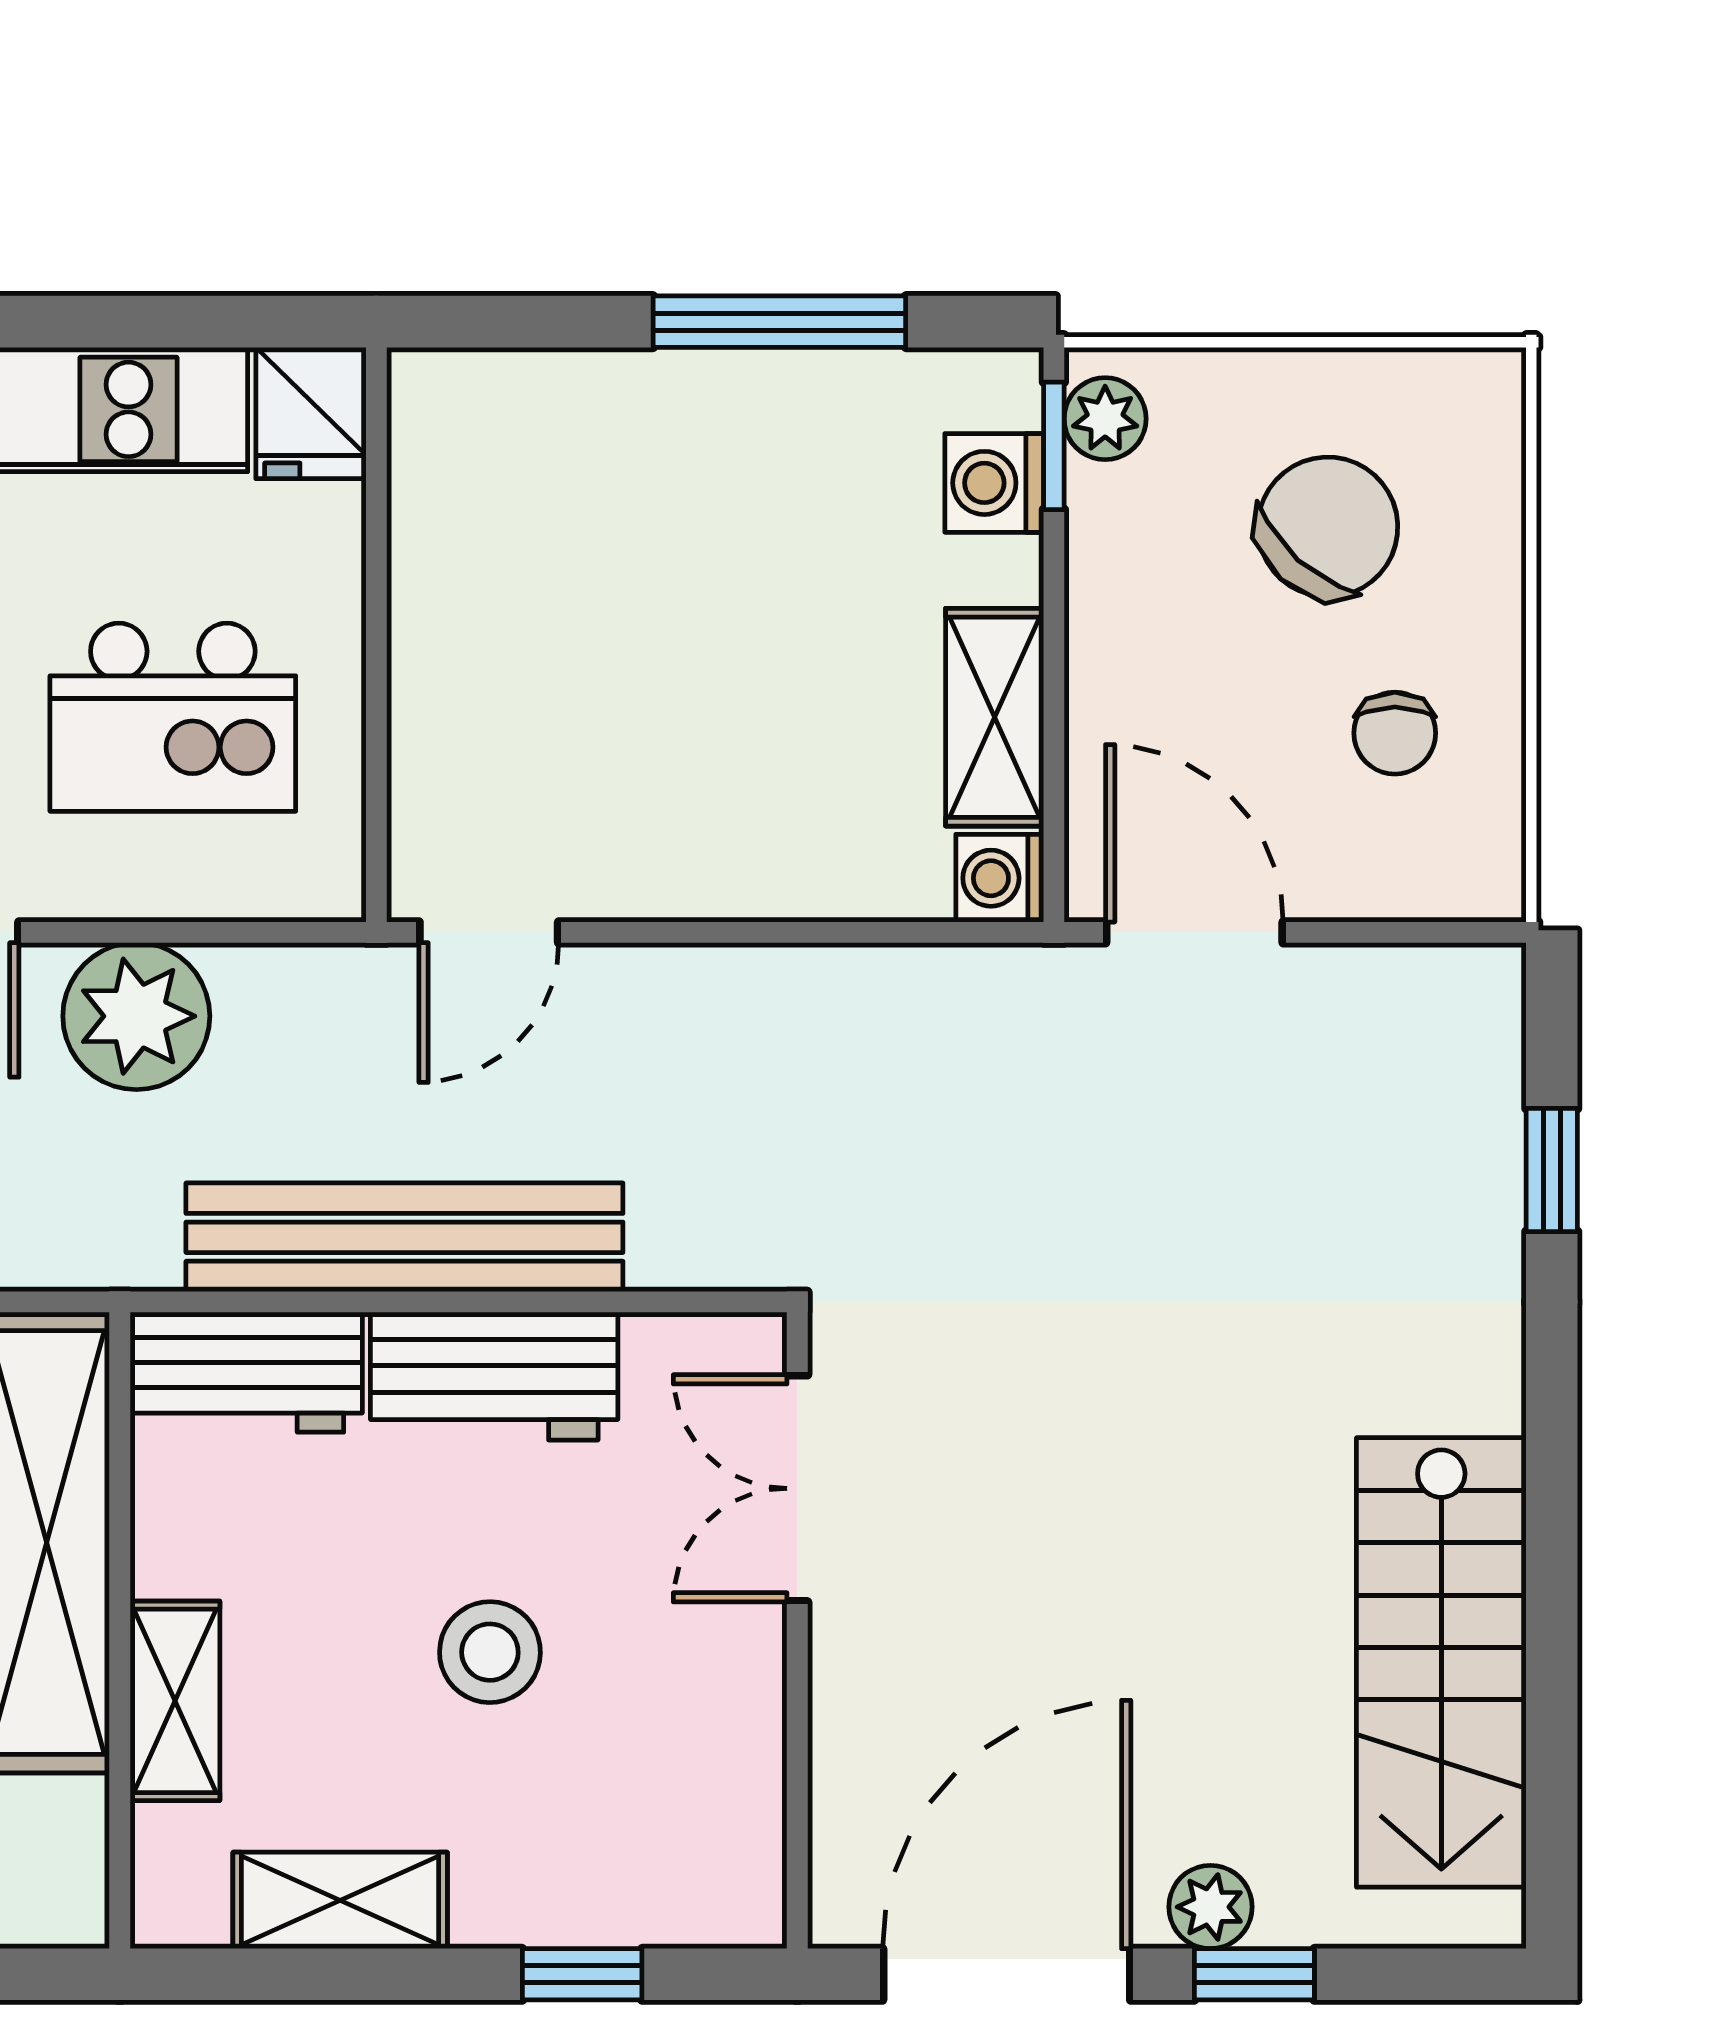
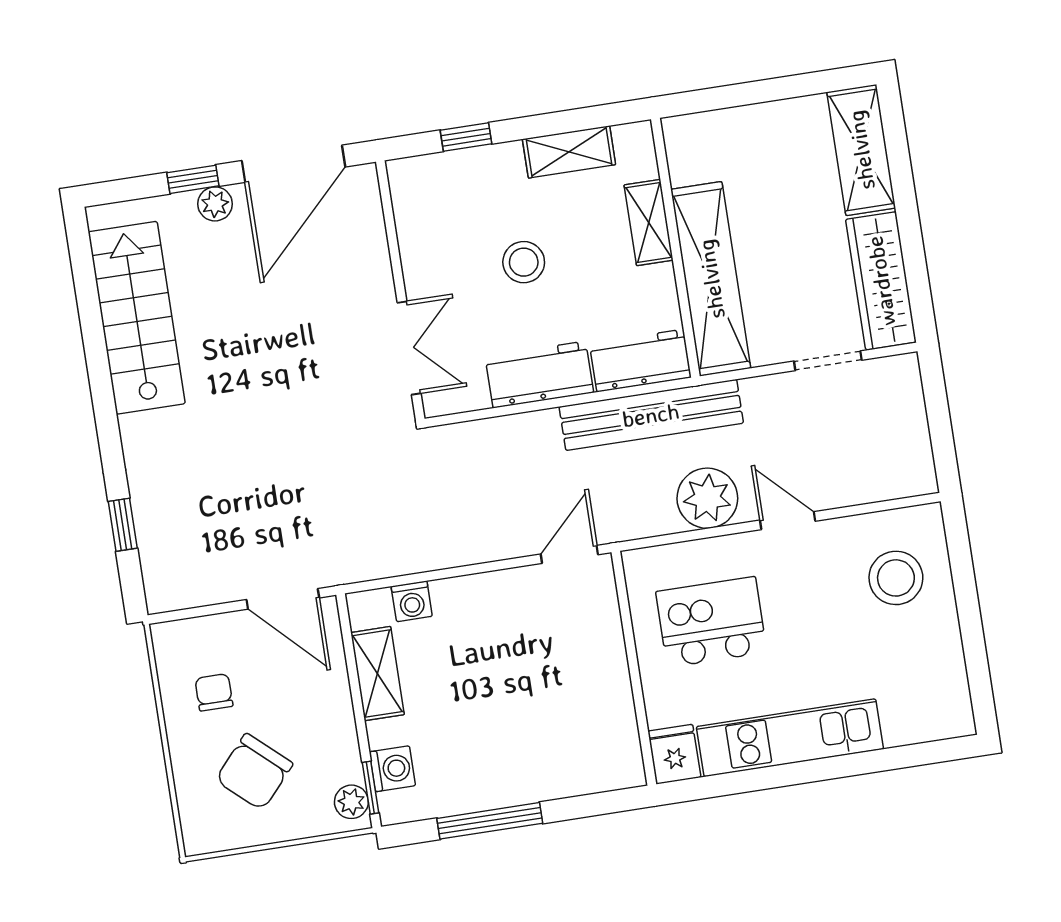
washing machine: (1000, 878) -> (412, 601), moved, turned 90
bench: (404, 1237) -> (651, 415), moved

